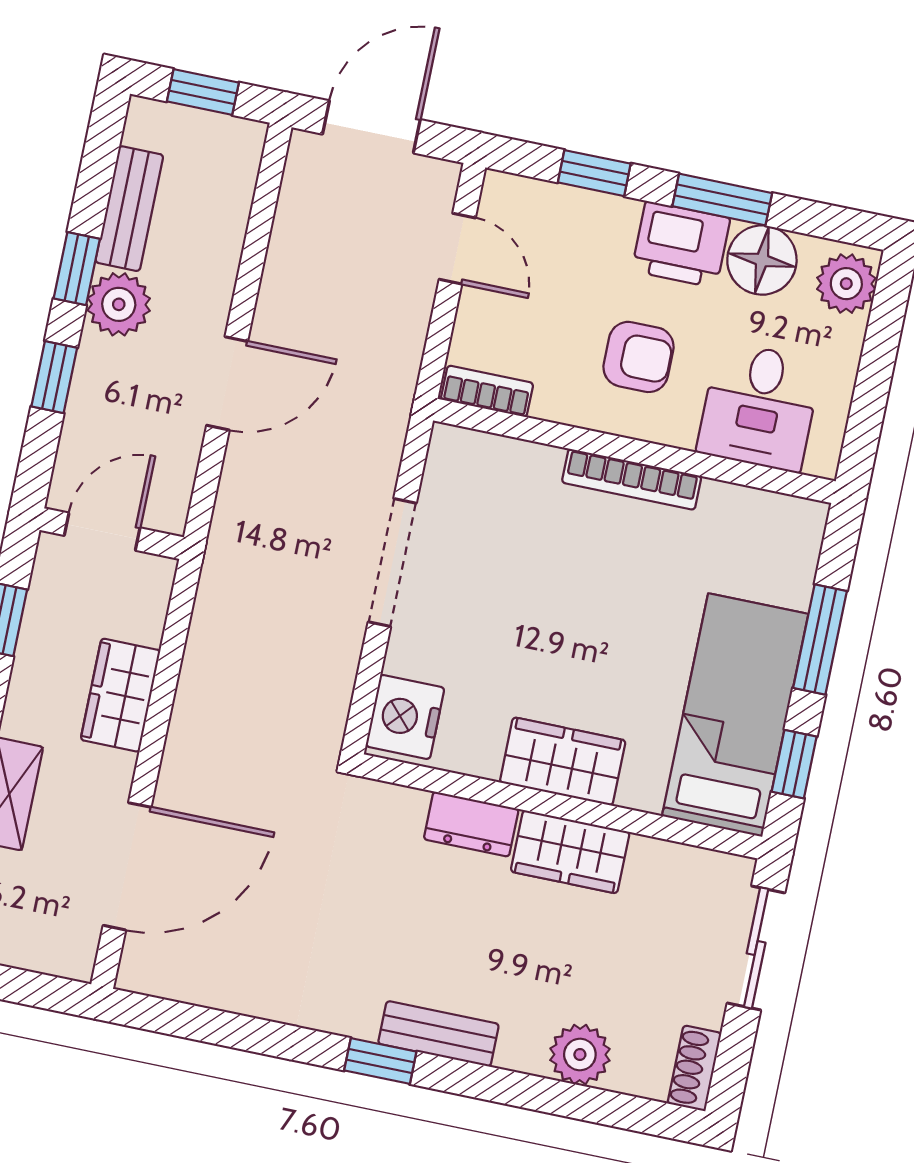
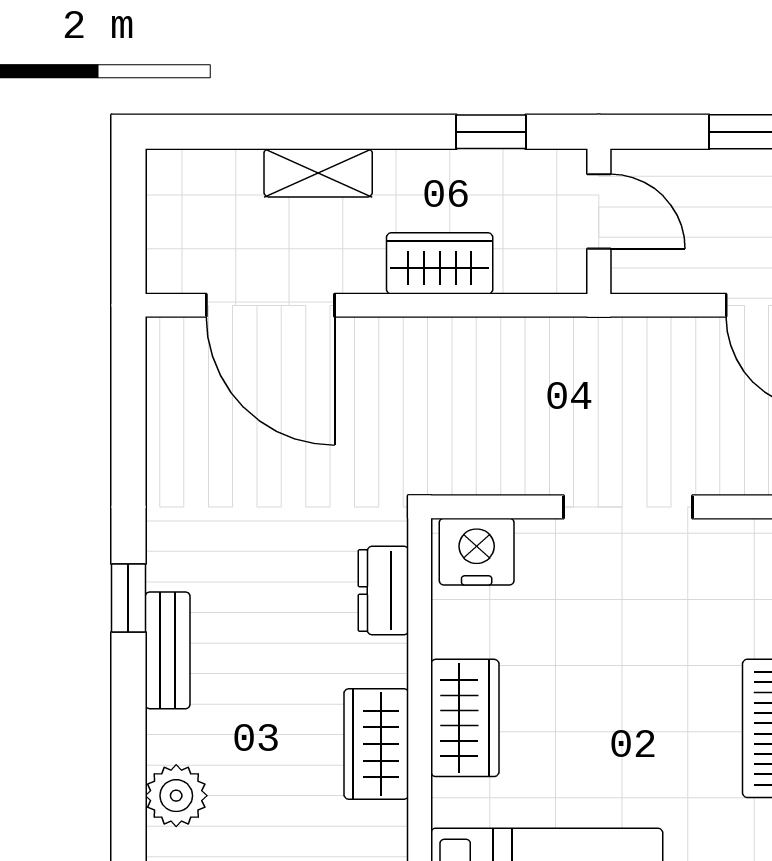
dresser: (471, 824) -> (383, 591), moved

